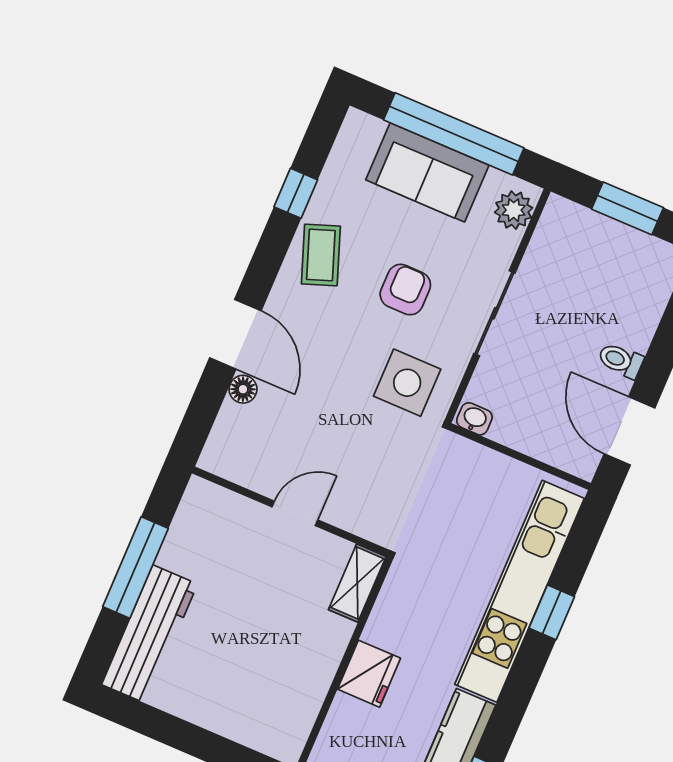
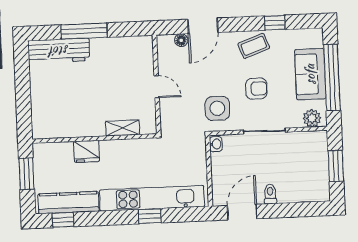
wall: (290, 511) -> (157, 84), moved
door: (295, 513) -> (157, 87), moved

